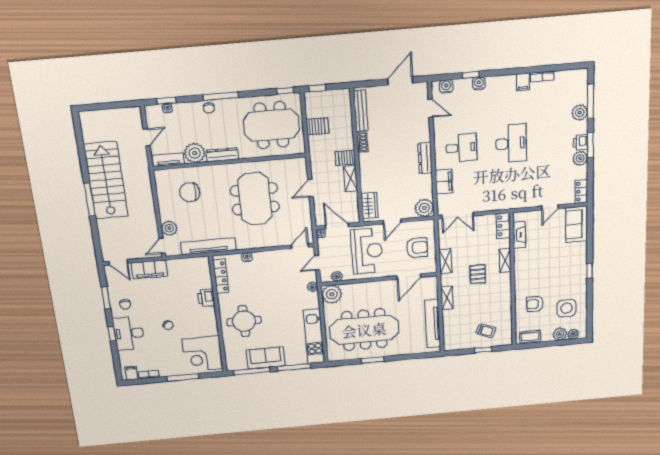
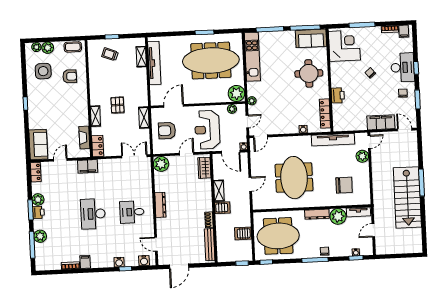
filing cabinet: (444, 182) -> (88, 166), moved, turned -90
shelving: (447, 298) -> (141, 57), moved
sofa: (266, 358) -> (311, 38), moved

